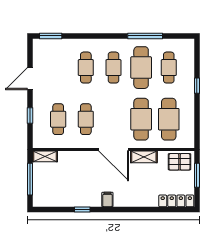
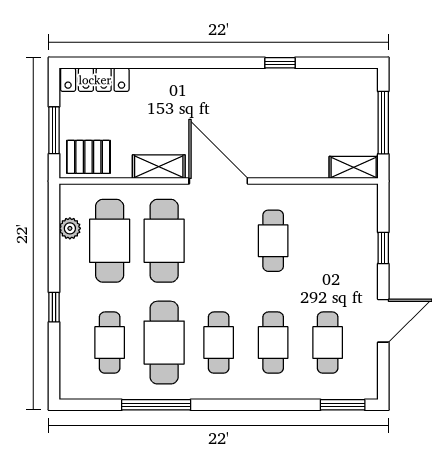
cafe table: (58, 119) -> (328, 343), moved
plant: (189, 125) -> (70, 228), added
filing cabinet: (107, 199) -> (231, 82), removed

